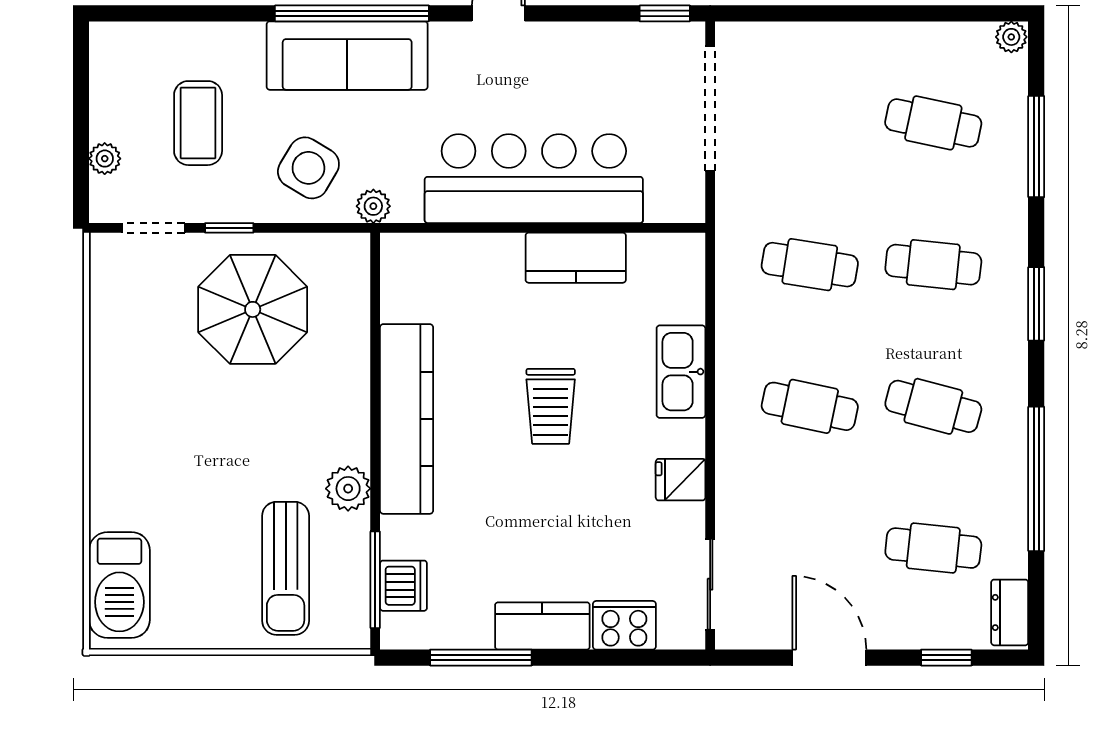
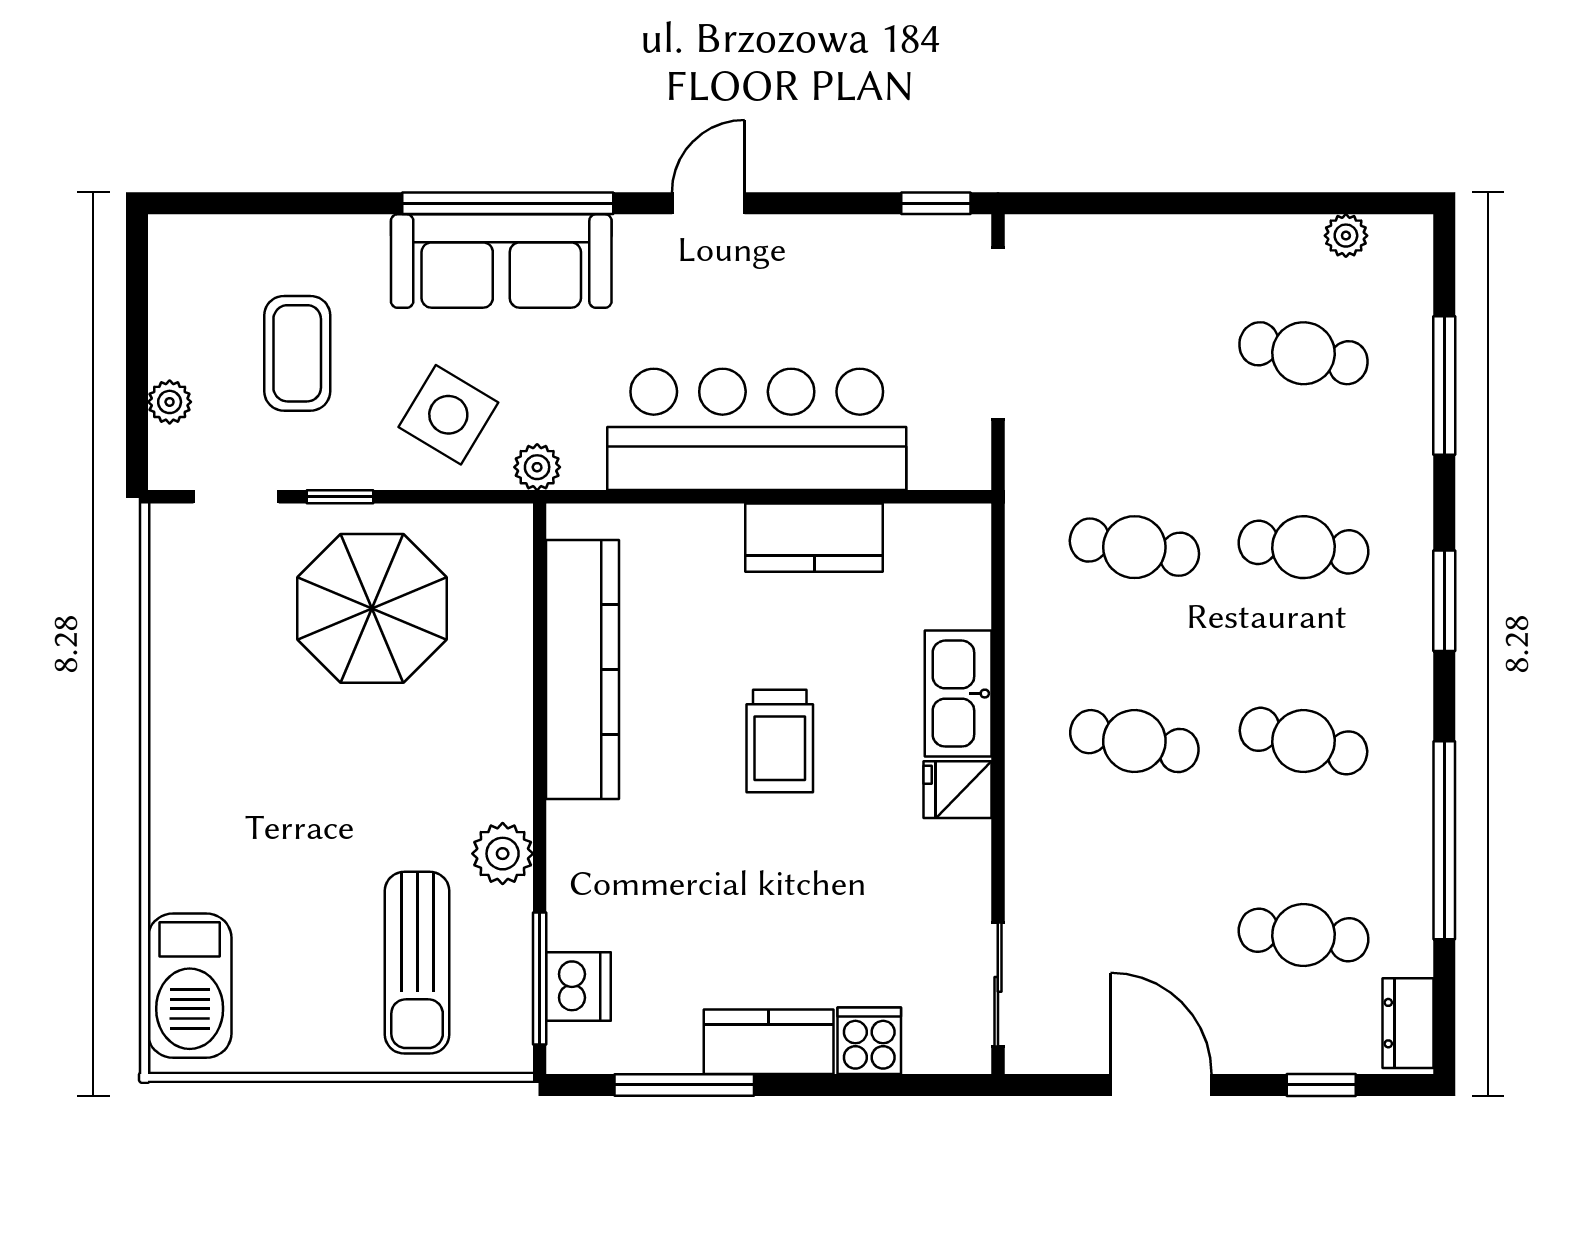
plant: (1011, 37) -> (1346, 236), moved
kitchen counter: (407, 419) -> (583, 670), moved
fridge: (681, 480) -> (958, 790), moved
cooker: (624, 625) -> (869, 1041), width x0.73

